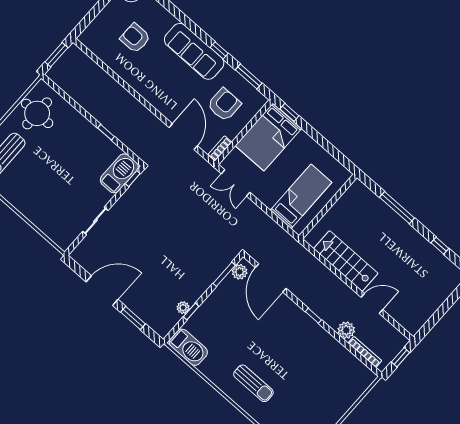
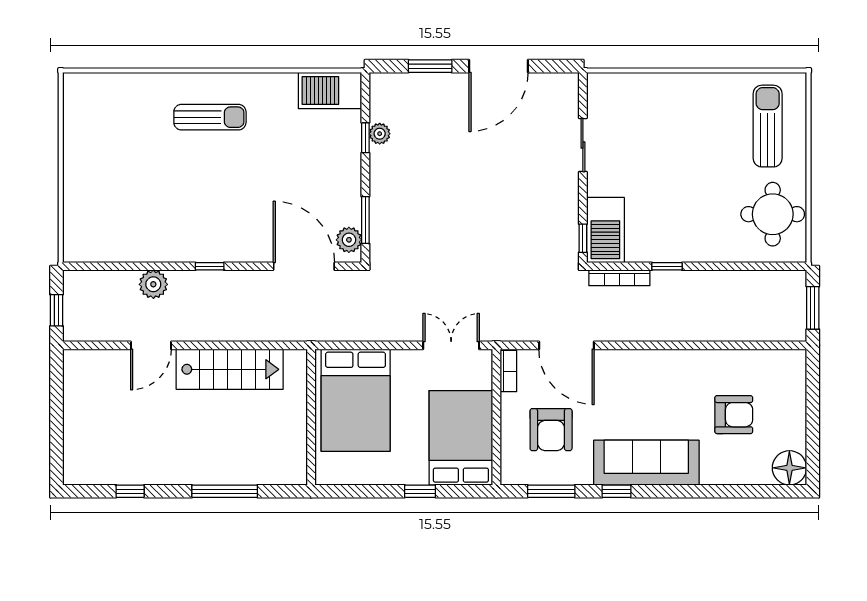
window: (289, 112) -> (420, 491), moved
bed: (301, 196) -> (356, 400), width x1.50
bookcase: (365, 352) -> (619, 278), moved
sun lounger: (253, 383) -> (210, 117), turned 180

